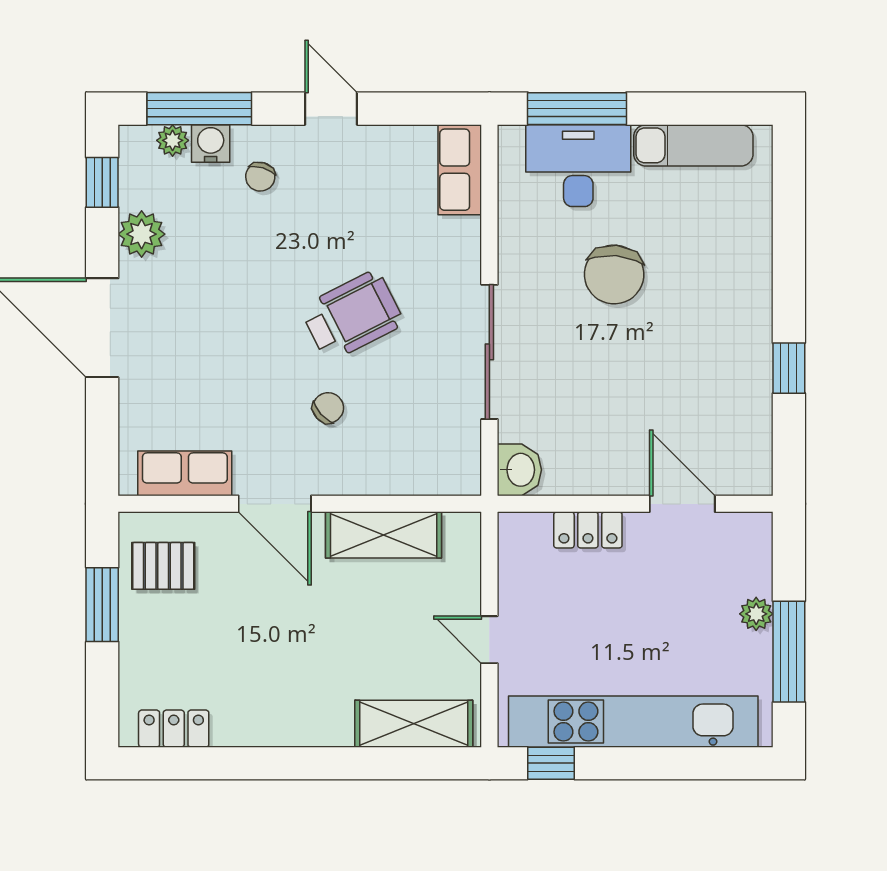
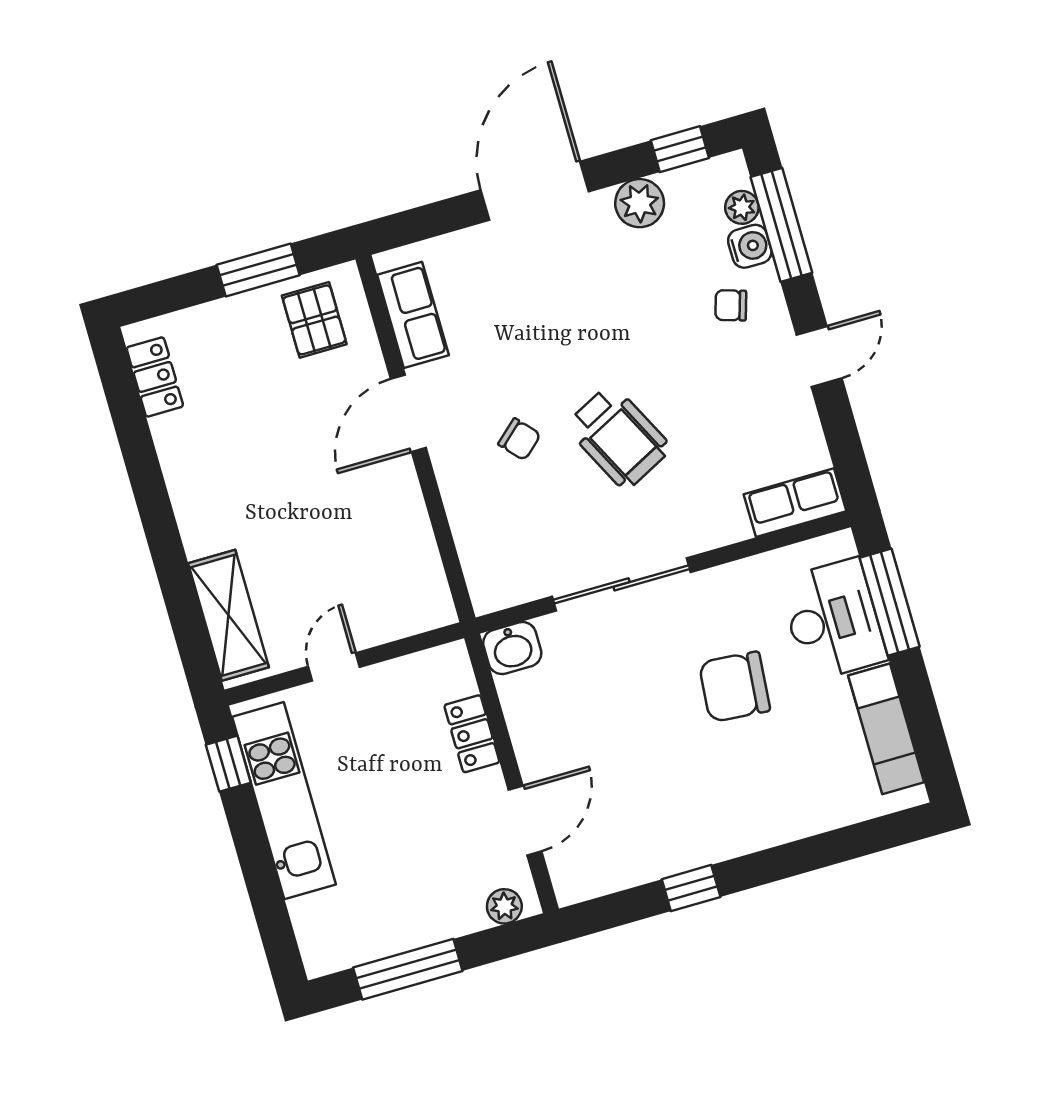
shelving: (384, 535) -> (408, 531), removed
plant: (756, 614) -> (504, 906), moved
kitchen unit: (633, 722) -> (284, 801), width x0.73

